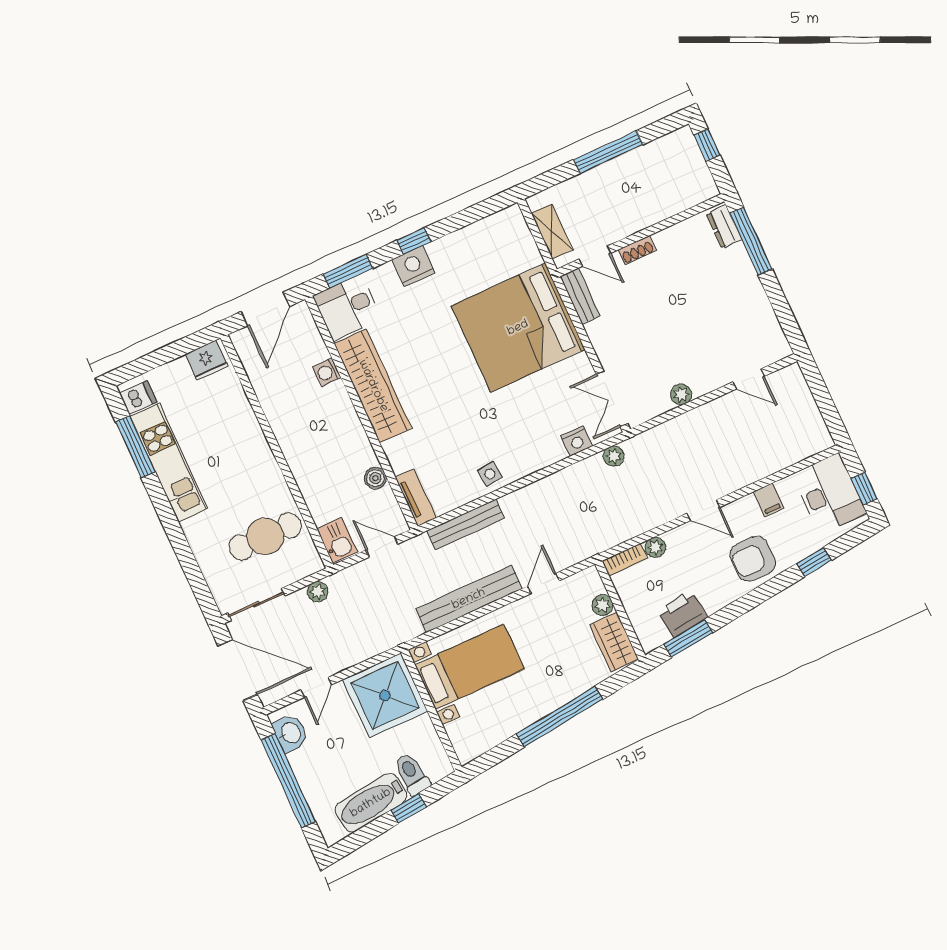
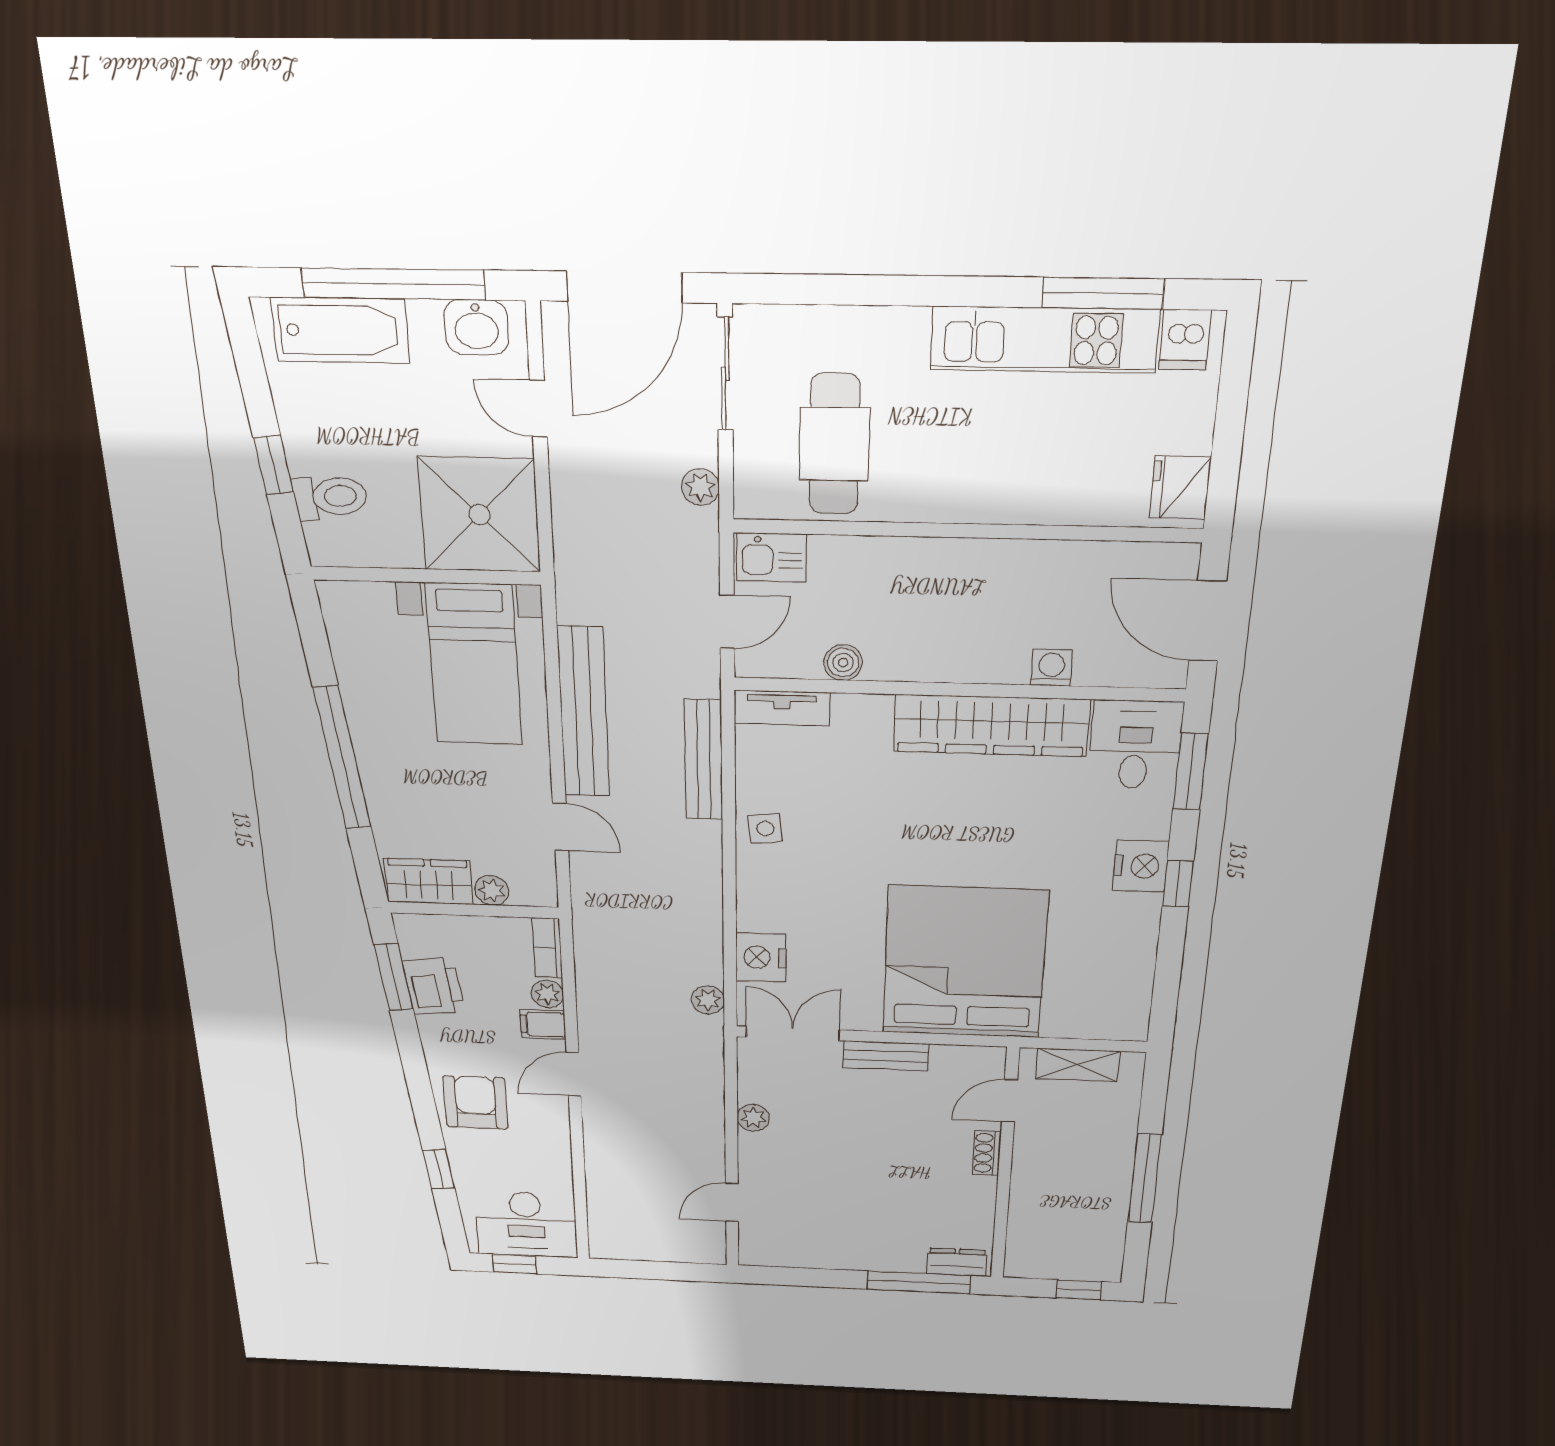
bench: (580, 296) -> (886, 1056), moved
nightstand: (577, 441) -> (761, 957), width x1.36, depth x1.33
filing cabinet: (769, 500) -> (543, 1024), moved
bathtub: (371, 803) -> (340, 330), moved, turned 97

